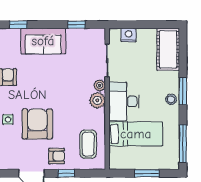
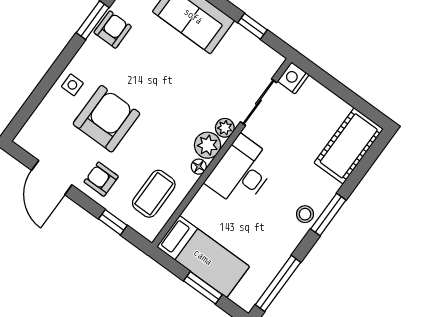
nightstand: (129, 35) -> (293, 78), moved, turned -90
floor lamp: (101, 114) -> (199, 167), added
bed: (136, 134) -> (203, 257), moved
armchair: (57, 156) -> (101, 179), turned 180
window: (66, 173) -> (113, 222), moved

